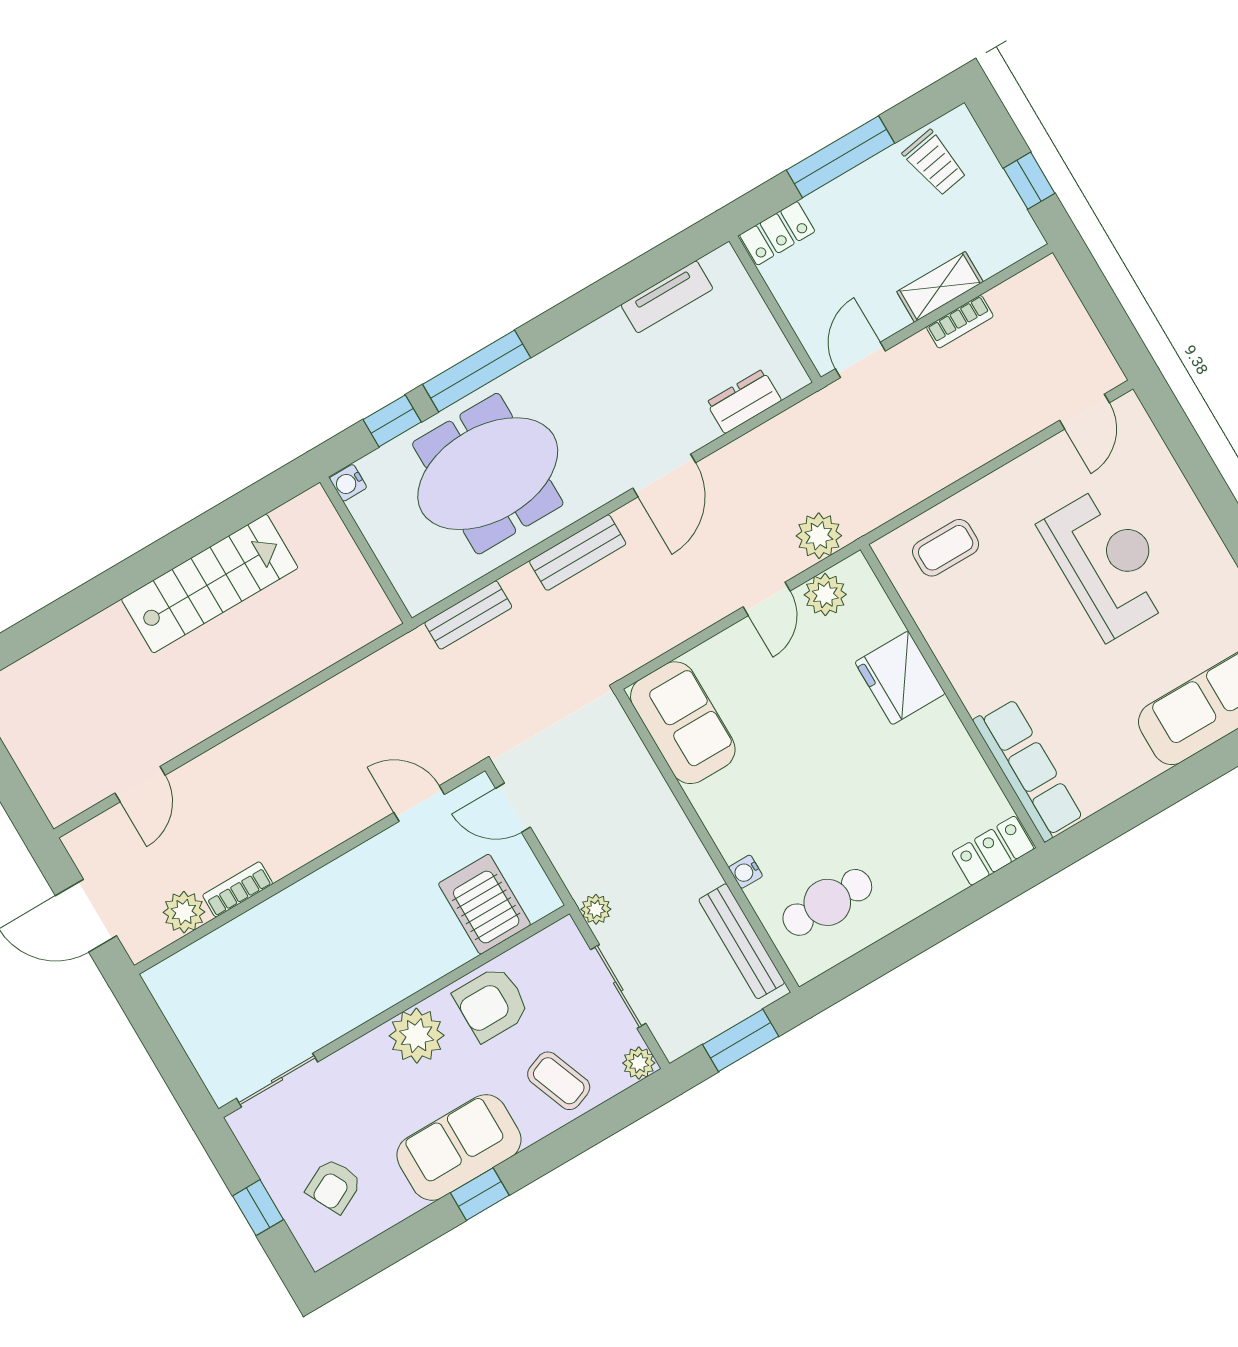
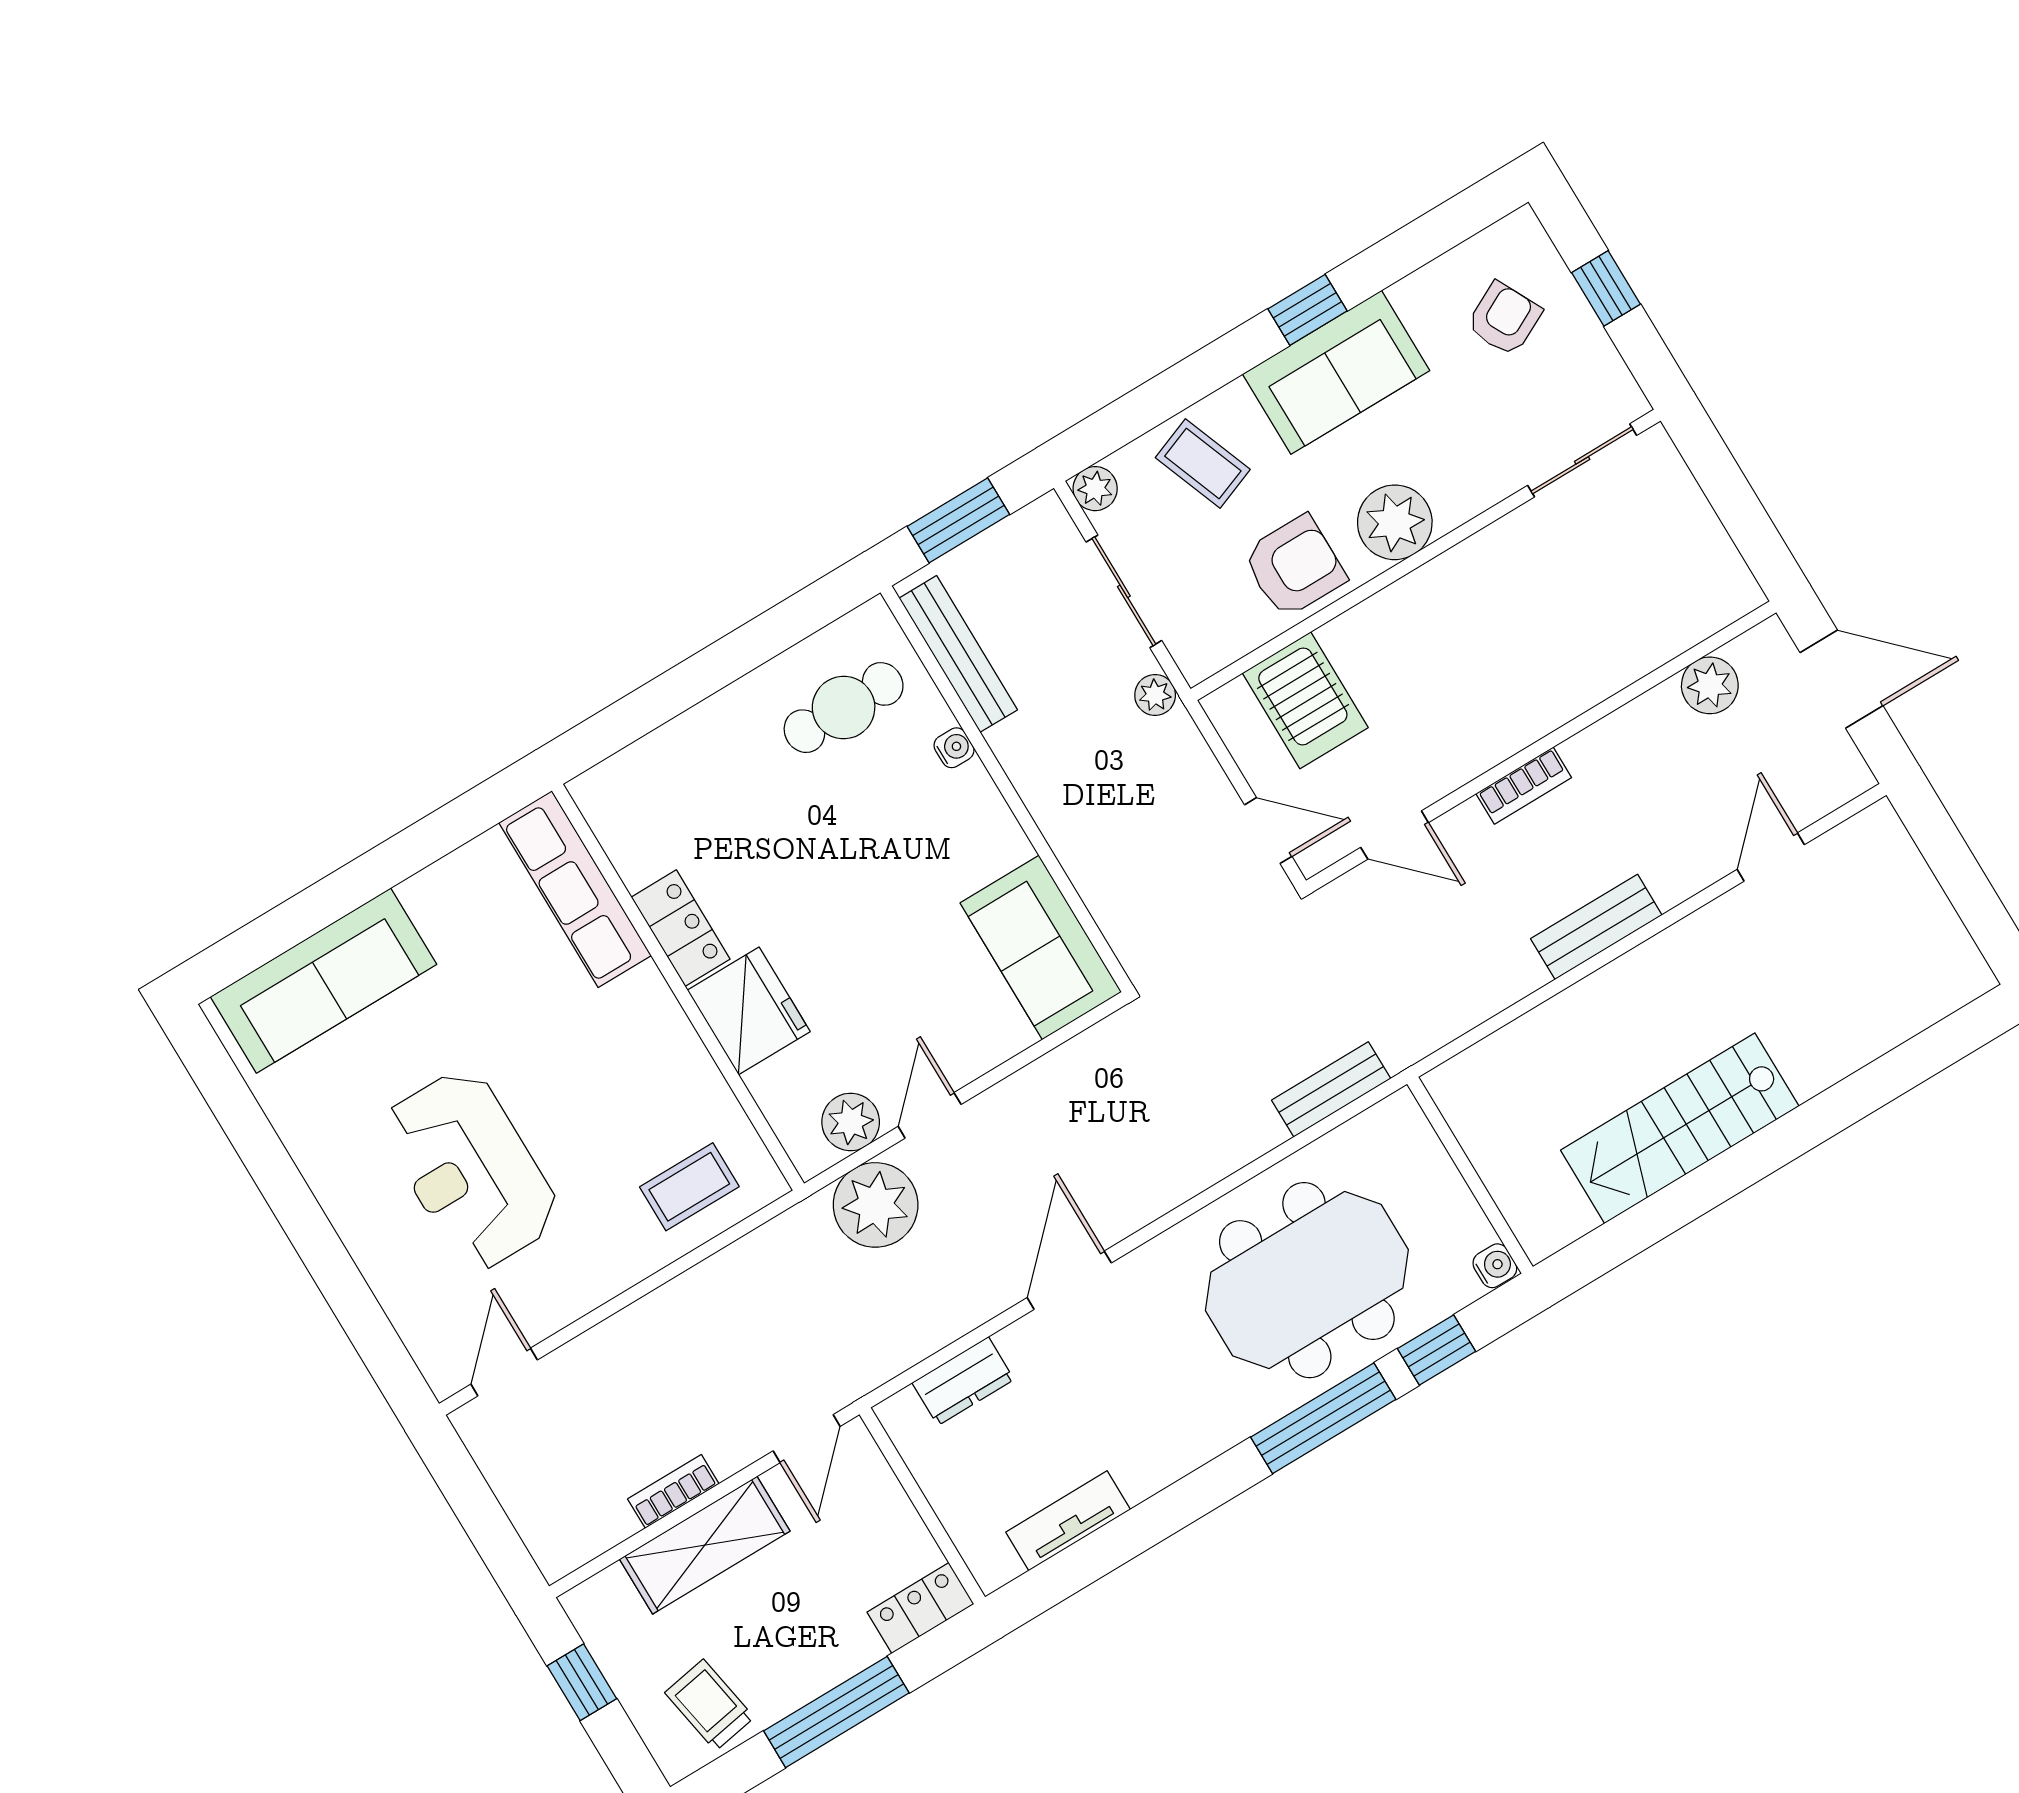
shelving: (940, 287) -> (705, 1545), width x1.50, depth x1.33
plant: (819, 536) -> (876, 1205), width x1.36, depth x1.36
bench: (578, 553) -> (1596, 927), moved
locker: (993, 851) -> (681, 928), moved, turned -90
bookcase: (238, 889) -> (1524, 786), moved

